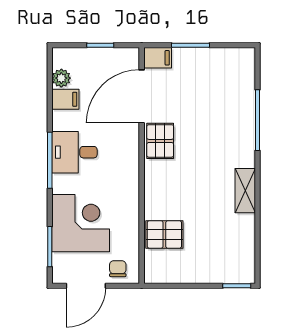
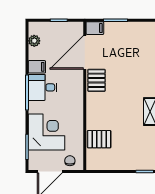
filing cabinet: (65, 99) -> (37, 67), moved

